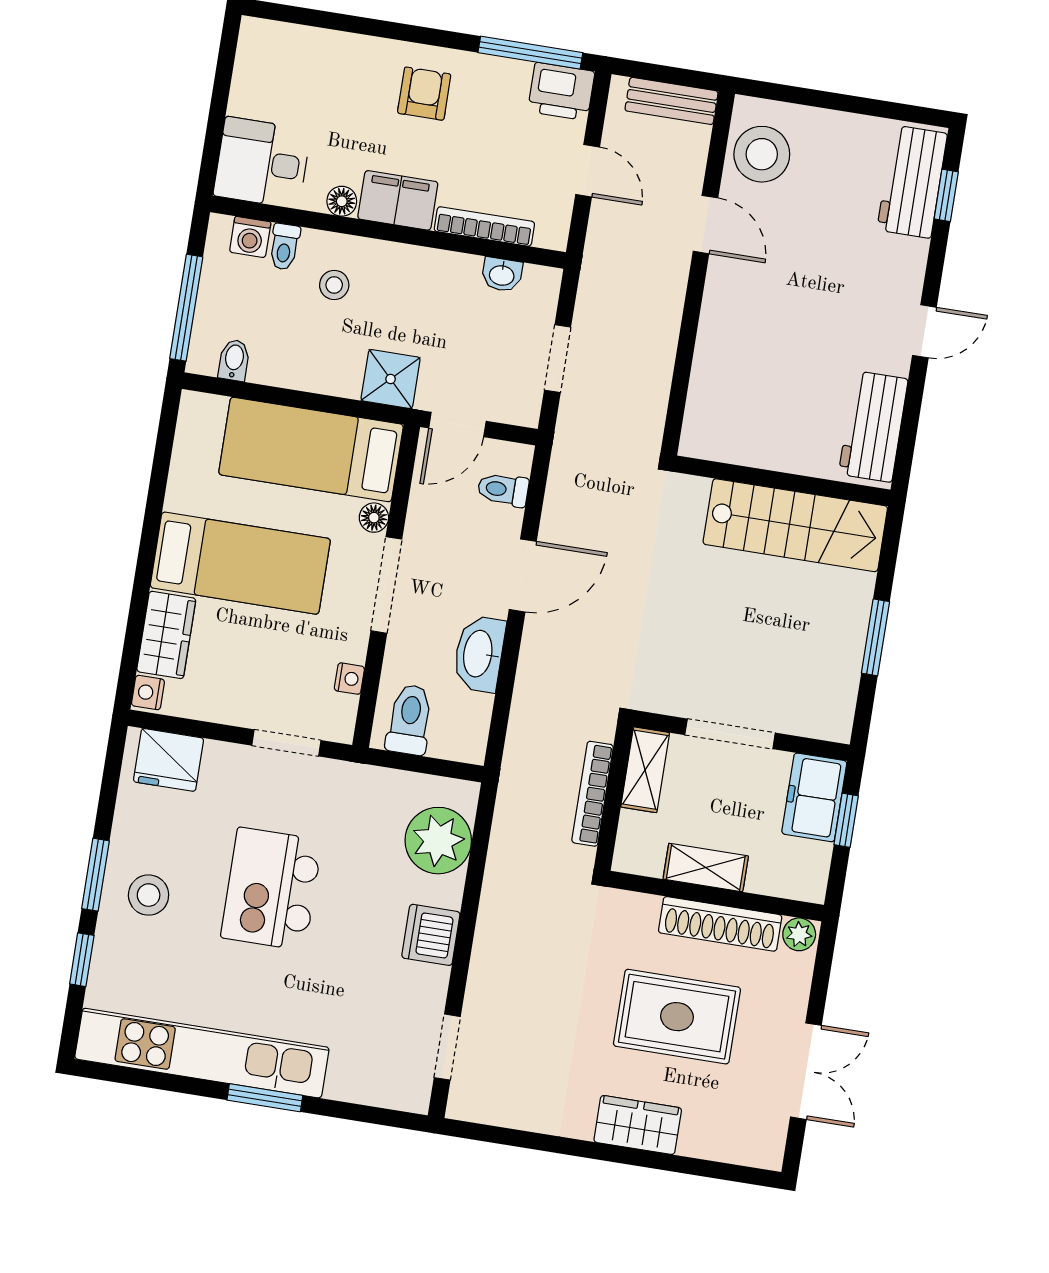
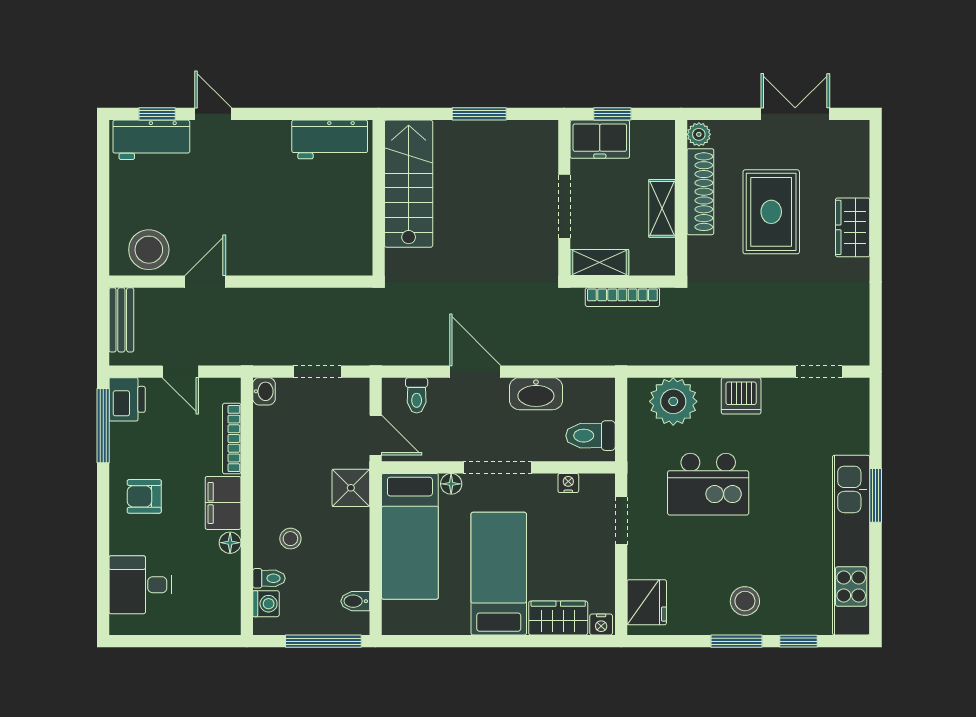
desk: (262, 163) -> (140, 585), moved, turned 90
door: (588, 171) -> (180, 372), swing flipped
washbasin: (502, 275) -> (264, 391), moved
door: (924, 331) -> (213, 114), moved
kitchen island: (271, 889) -> (708, 484), moved

